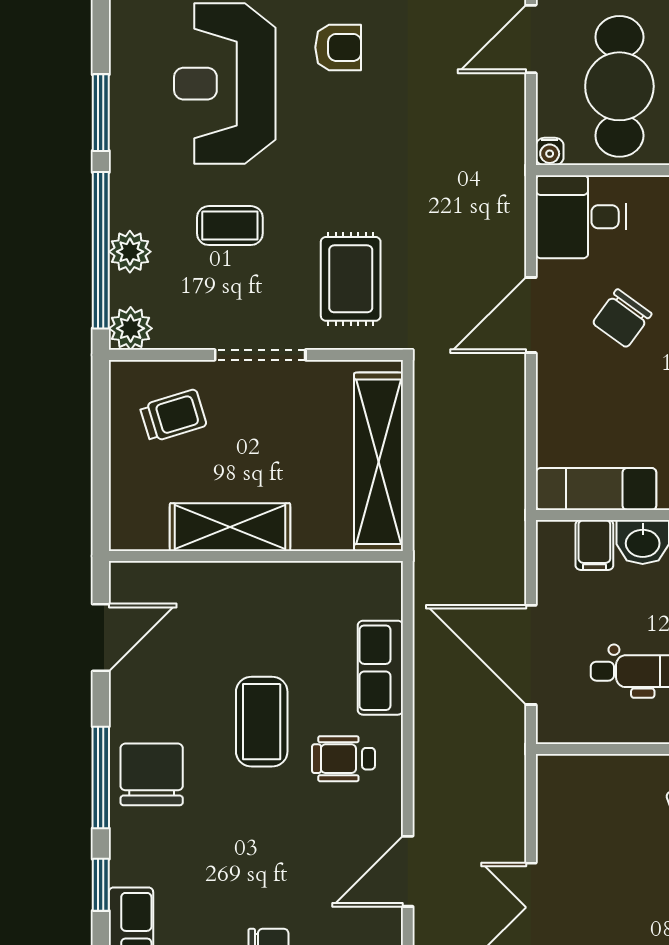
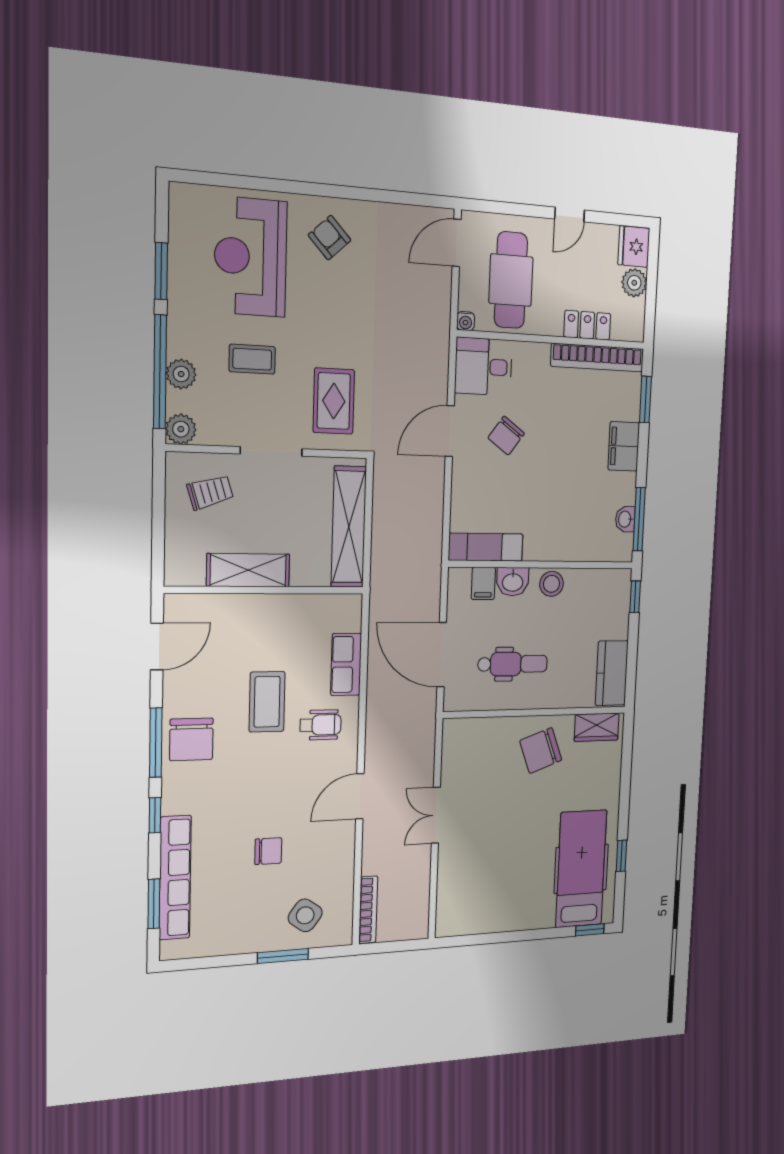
armchair: (338, 47) -> (330, 238), turned -133
wheelchair: (343, 759) -> (321, 725), turned 180
chair: (152, 774) -> (191, 739), turned 180

